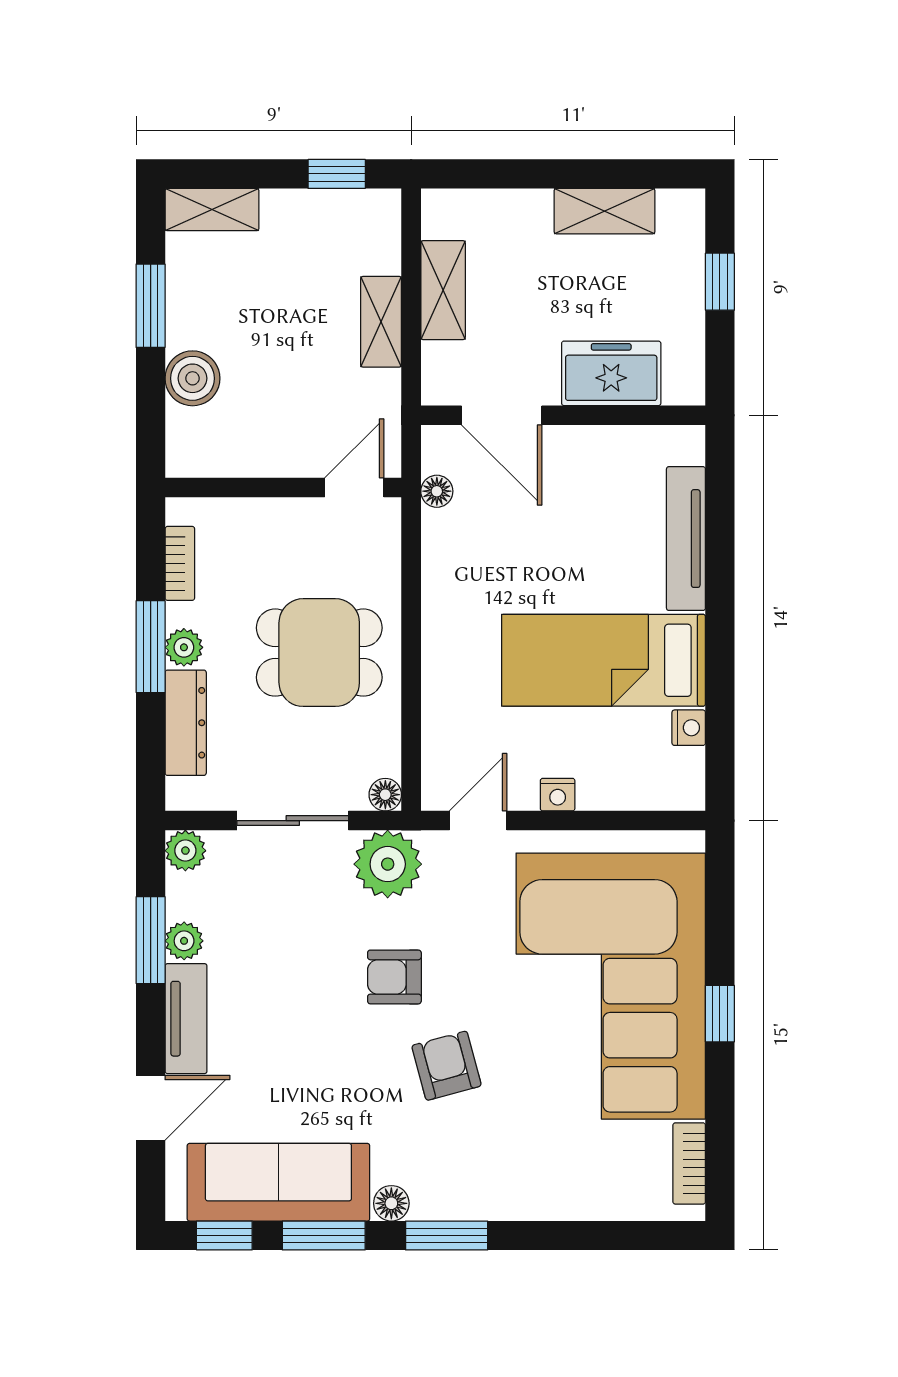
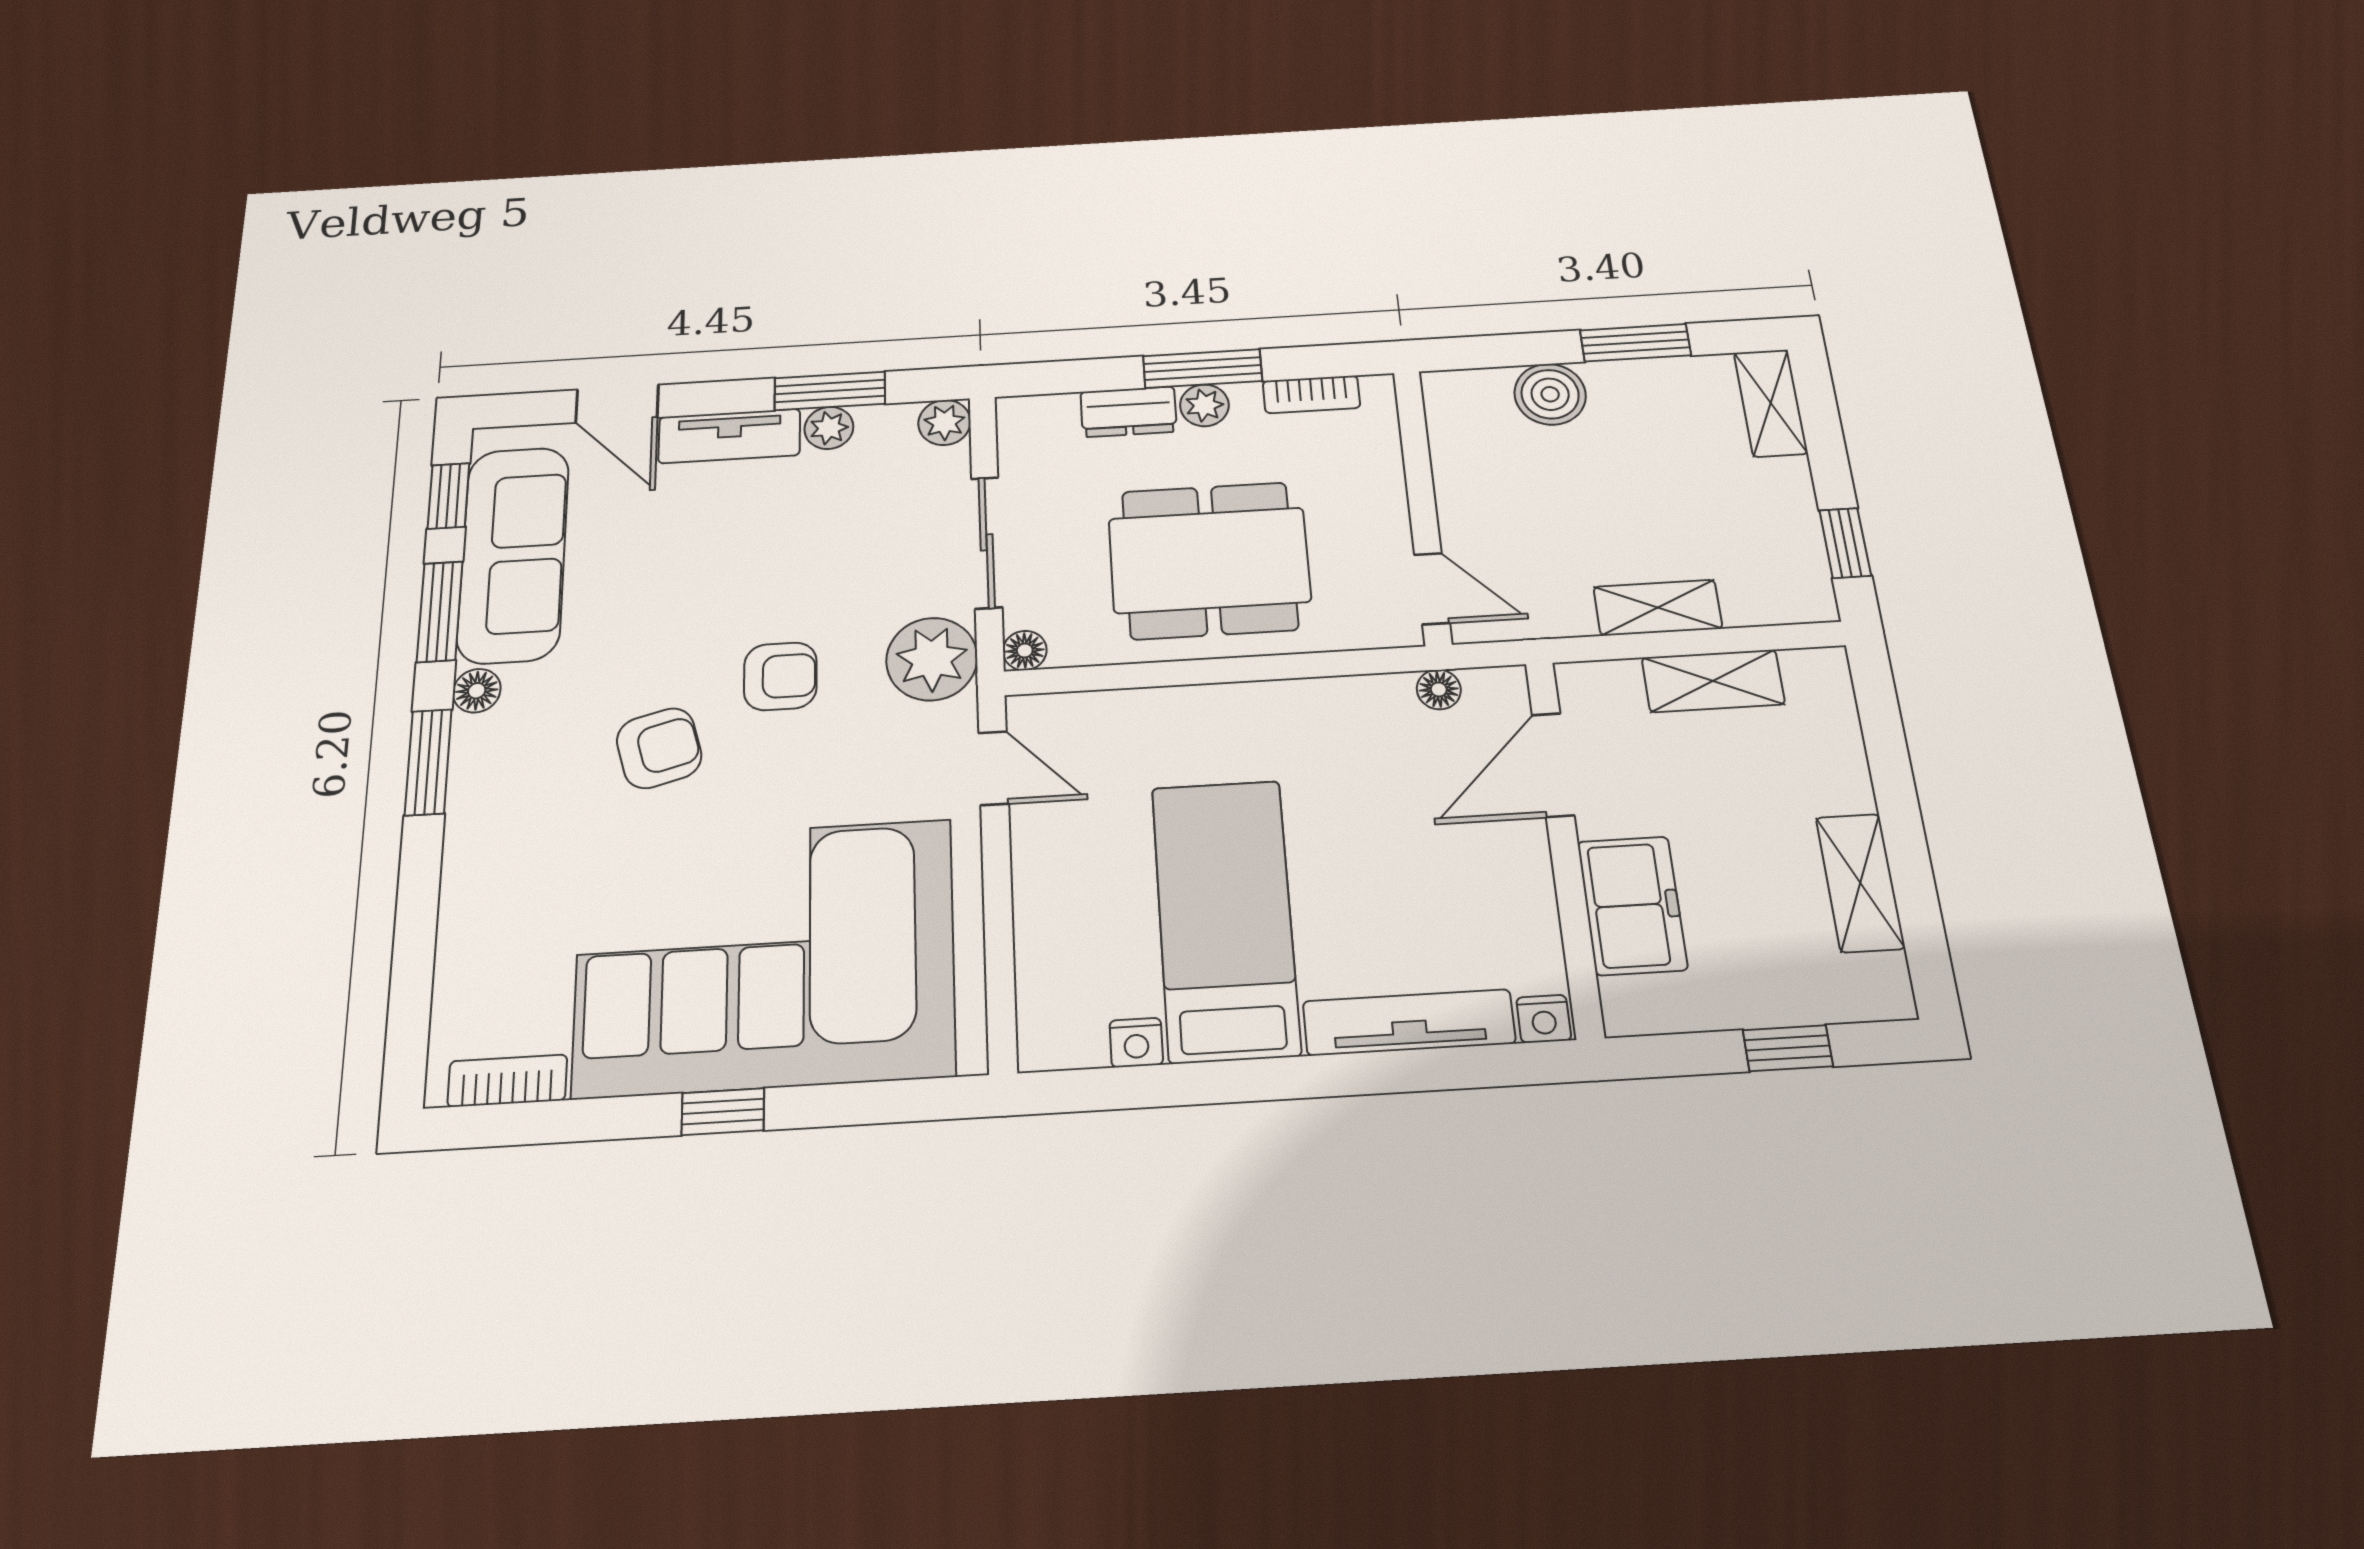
dining table: (319, 653) -> (1209, 560), width x1.38
dresser: (186, 723) -> (1129, 412), width x0.70
nightstand: (558, 795) -> (1544, 1019), moved, turned -90
armchair: (394, 977) -> (780, 676), turned 90

